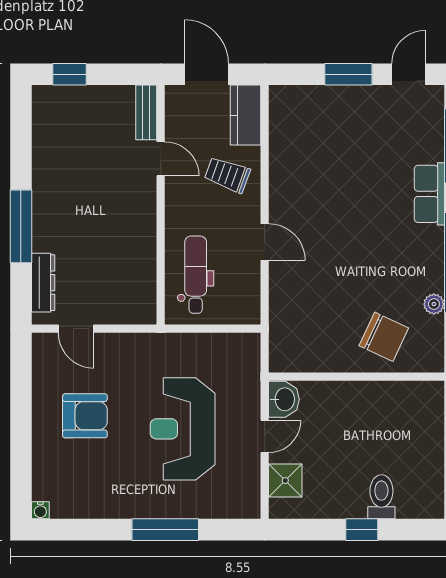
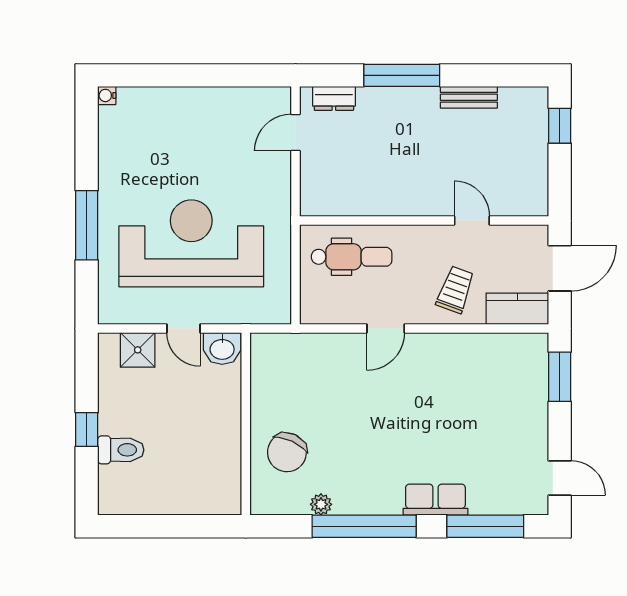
window: (348, 74) -> (560, 377), moved
bench: (146, 112) -> (469, 97), moved
door: (161, 159) -> (472, 221), swing flipped
dresser: (43, 283) -> (334, 98), width x0.70
armchair: (85, 416) -> (205, 142), removed
reception desk: (183, 429) -> (191, 243), width x1.36, depth x1.30

